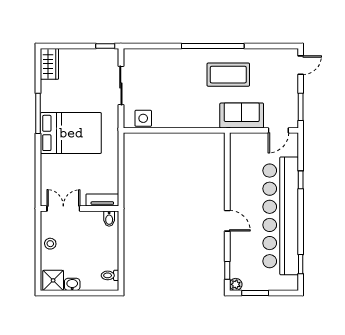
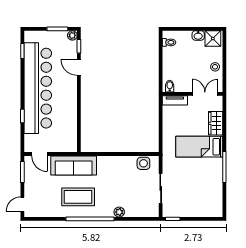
plant: (175, 55) -> (119, 212), added
wardrobe: (49, 64) -> (216, 123), moved
sofa: (242, 115) -> (74, 165), width x1.36
door: (278, 130) -> (39, 154), swing flipped
bed: (71, 133) -> (199, 147), width x0.67
double door: (63, 209) -> (205, 94), swing flipped
door: (227, 221) -> (79, 67), moved

